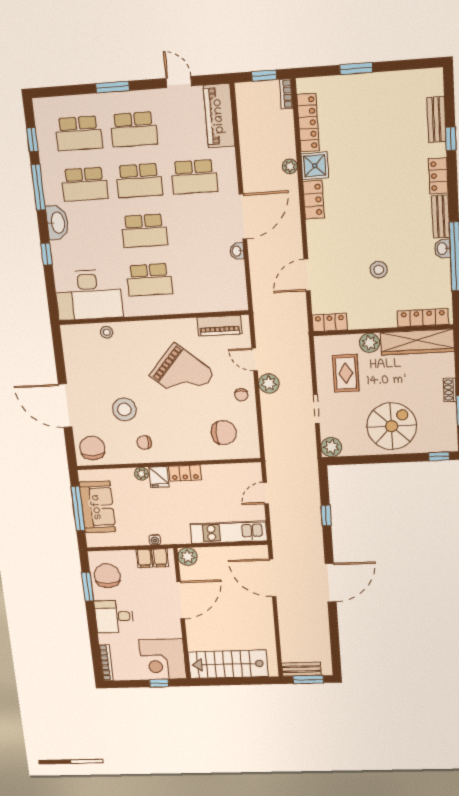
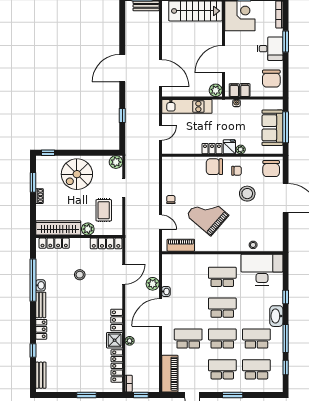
bench: (437, 120) -> (41, 375), moved
locker: (330, 322) -> (106, 243), width x1.53
plant: (269, 383) -> (153, 284), moved
chair: (224, 433) -> (214, 167), moved
window: (88, 587) -> (286, 42), moved

